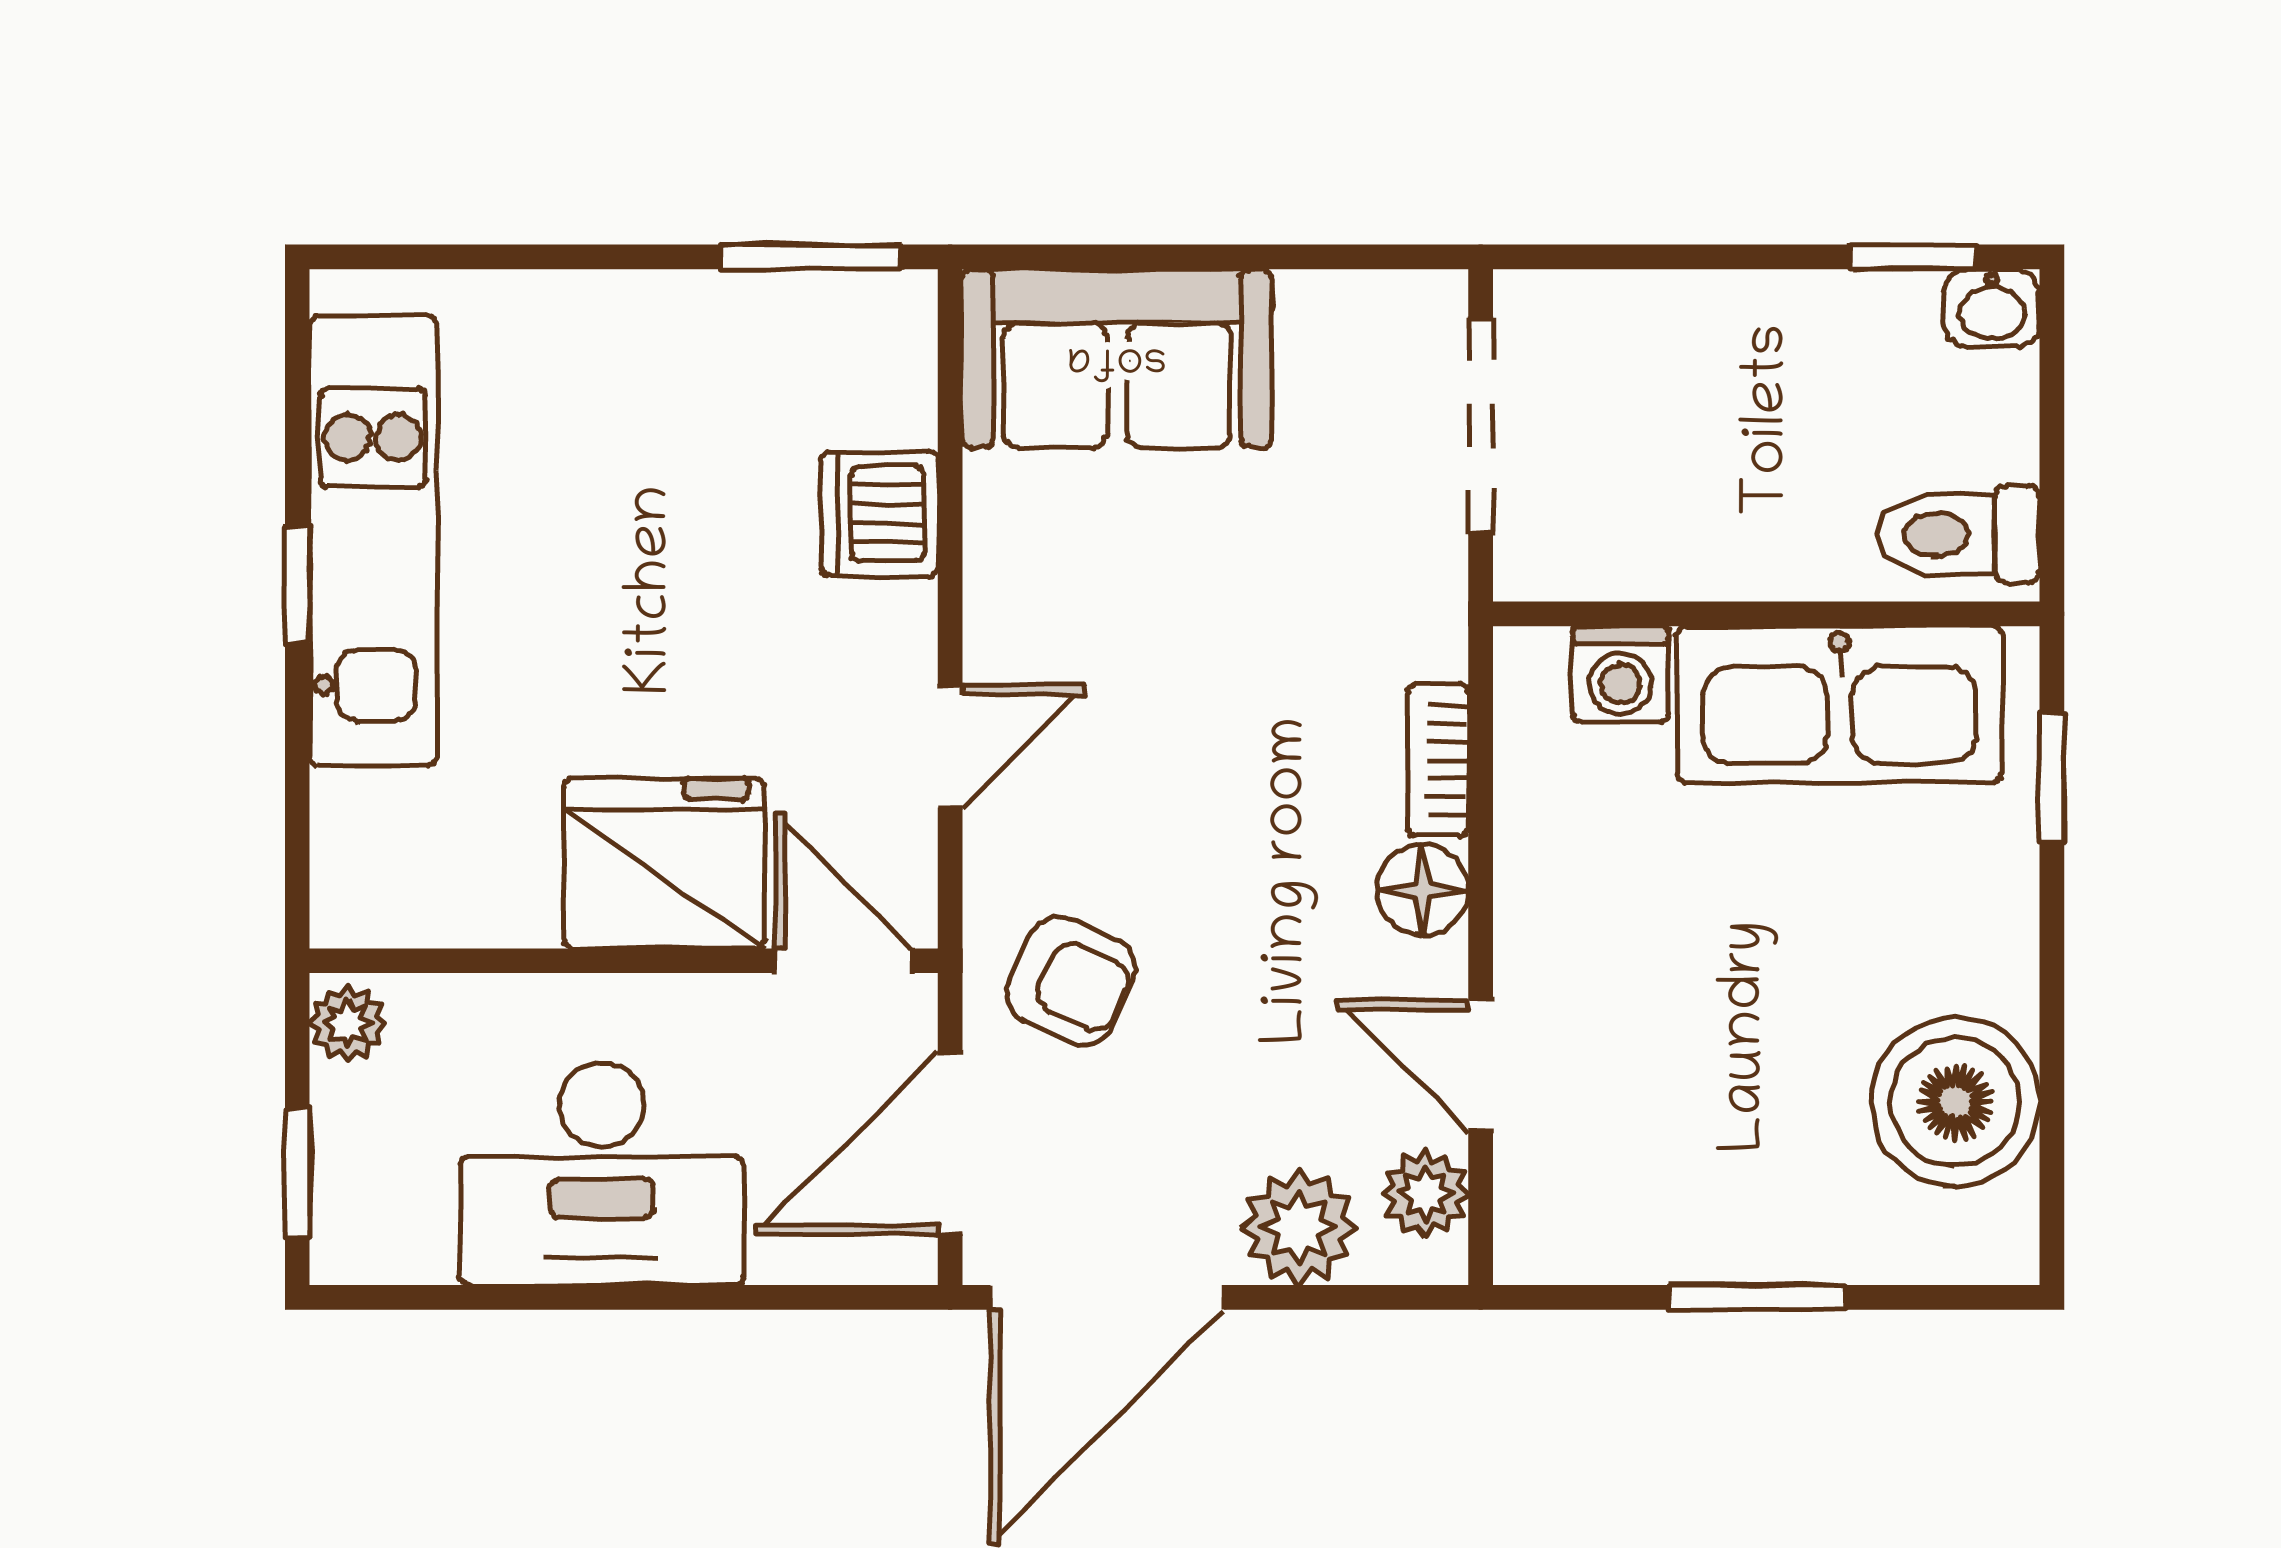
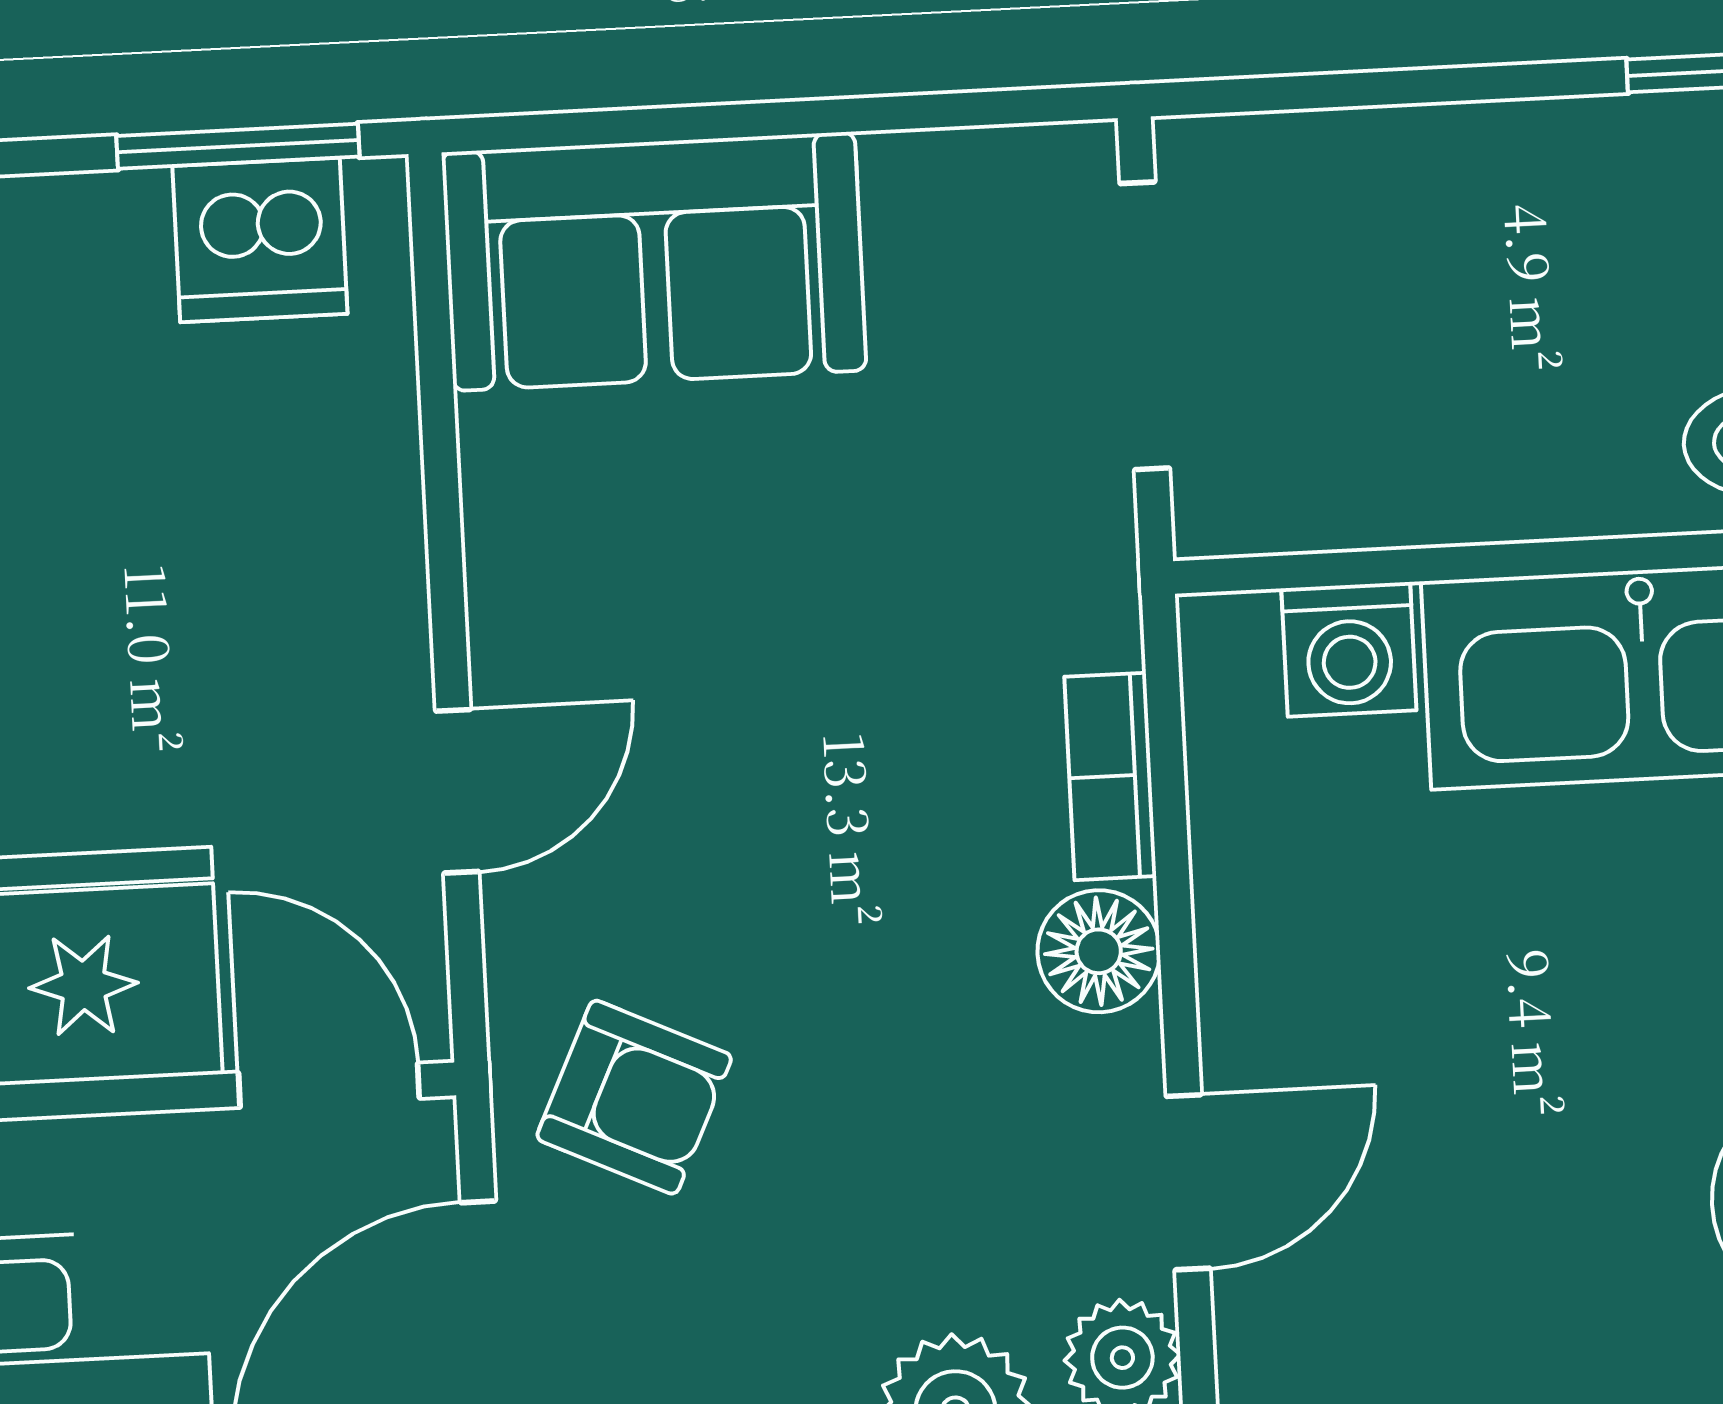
dishwasher: (879, 514) -> (260, 240), moved, turned -90
door: (1481, 1066) -> (1188, 1182), swing flipped

